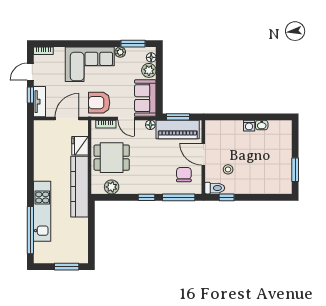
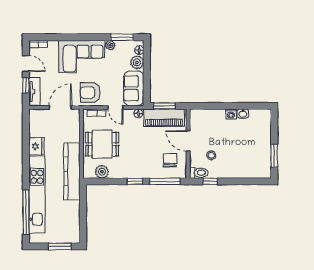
door: (30, 72) -> (26, 64), swing flipped
fridge: (80, 146) -> (37, 146), moved, turned 180
kitchen unit: (42, 211) -> (37, 195), width x1.36

